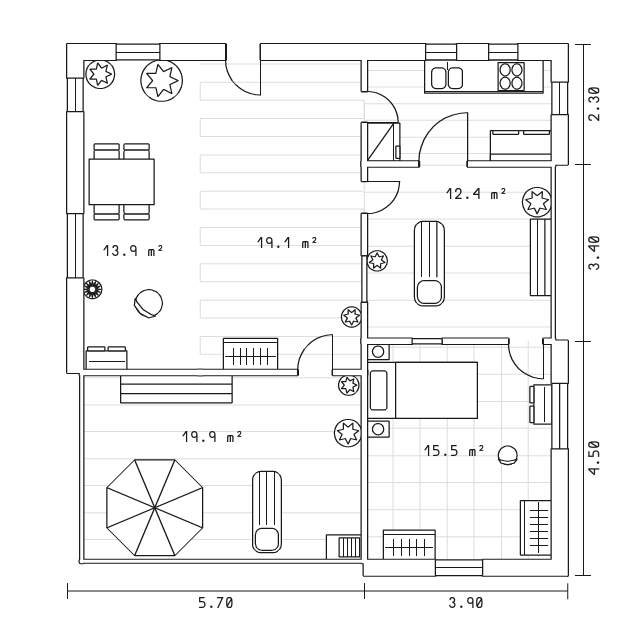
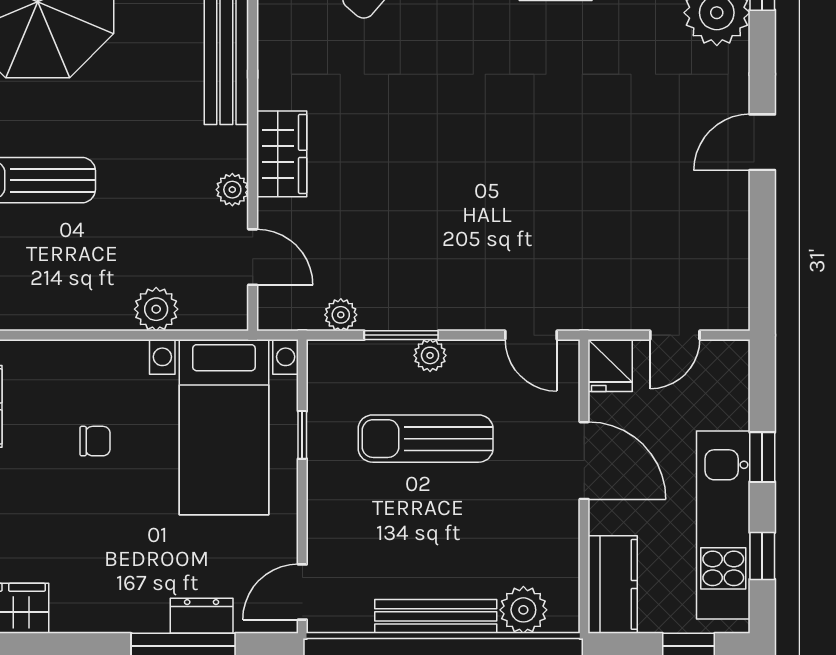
fridge: (383, 142) -> (610, 365), width x0.72
plant: (349, 385) -> (232, 190), moved
chair: (508, 455) -> (95, 441), moved

